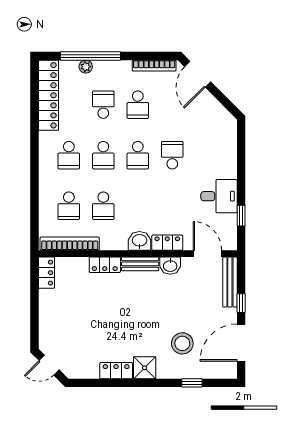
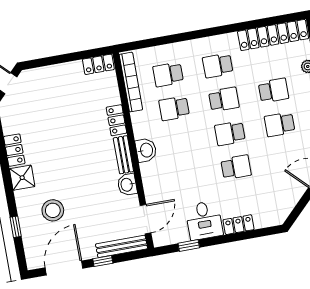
school desk: (103, 155) -> (224, 99), turned 180
locker: (167, 243) -> (239, 225), moved, turned -90
door: (241, 343) -> (64, 268), hinge flipped

